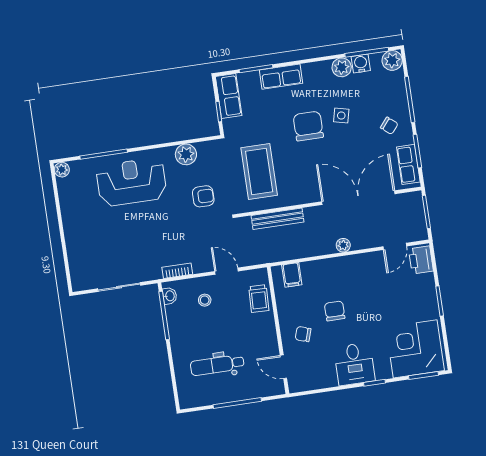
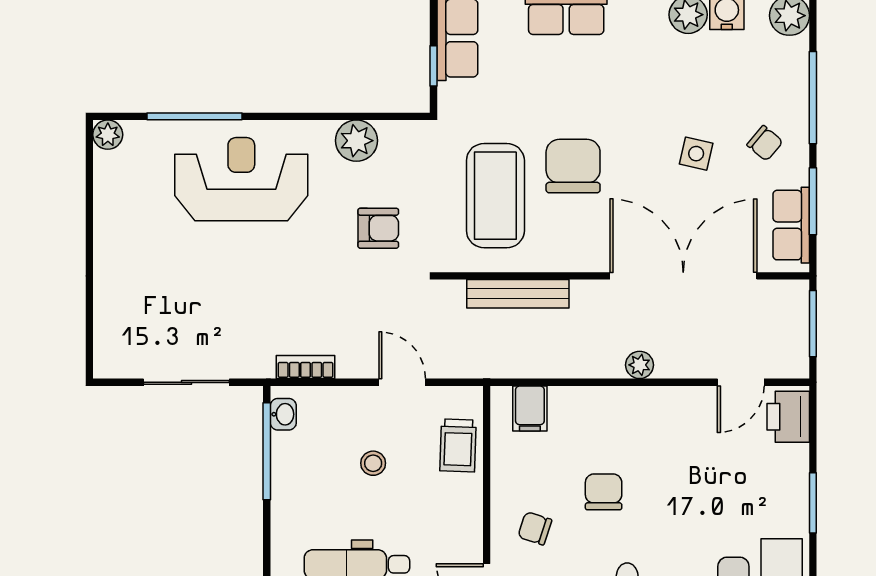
side table: (341, 115) -> (696, 154), moved
chair: (308, 126) -> (573, 166), moved
stool: (205, 300) -> (373, 463), moved

